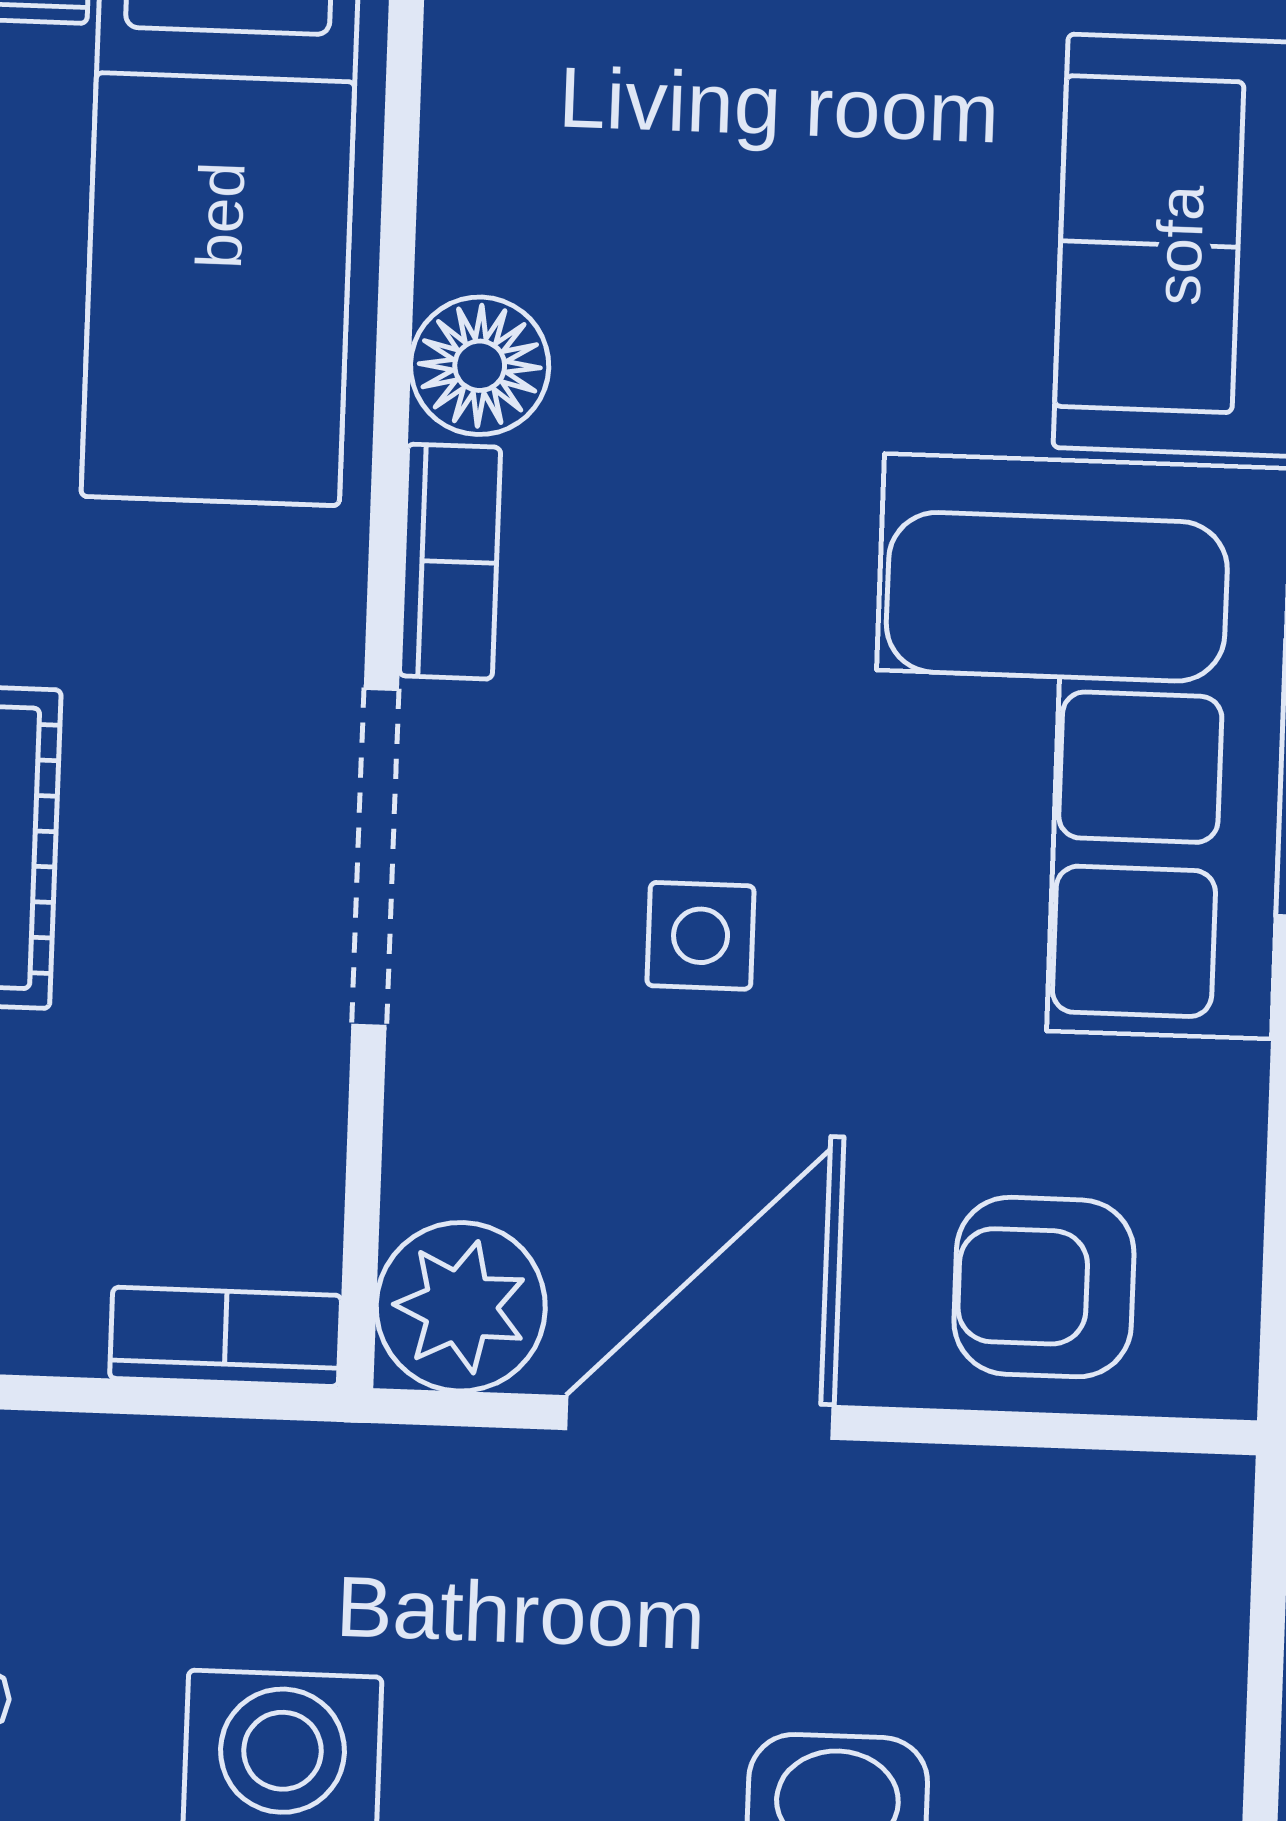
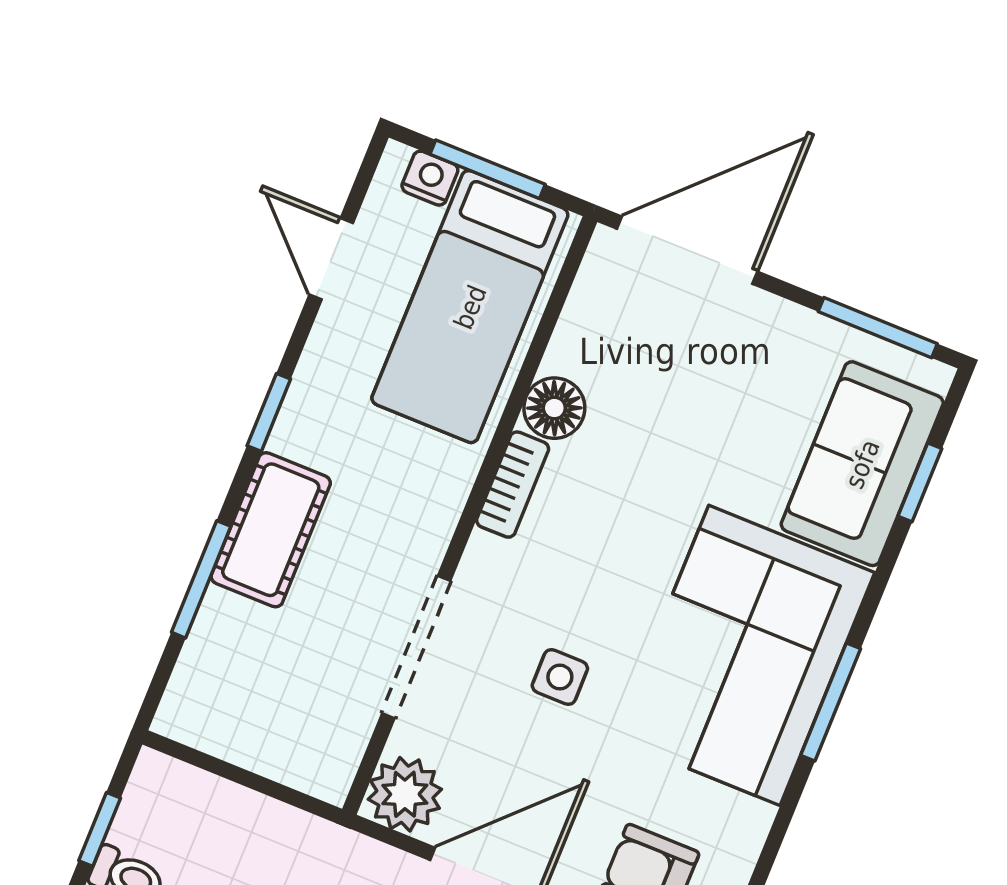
doorway: (375, 858) -> (416, 647), moved
bookcase: (226, 1337) -> (303, 771), removed

